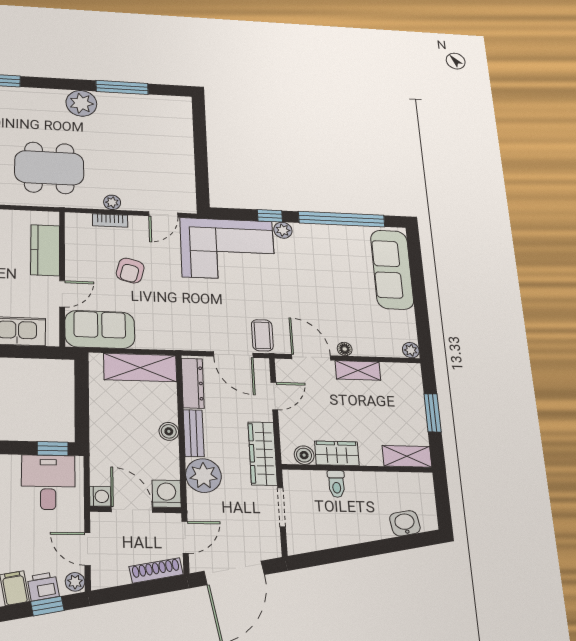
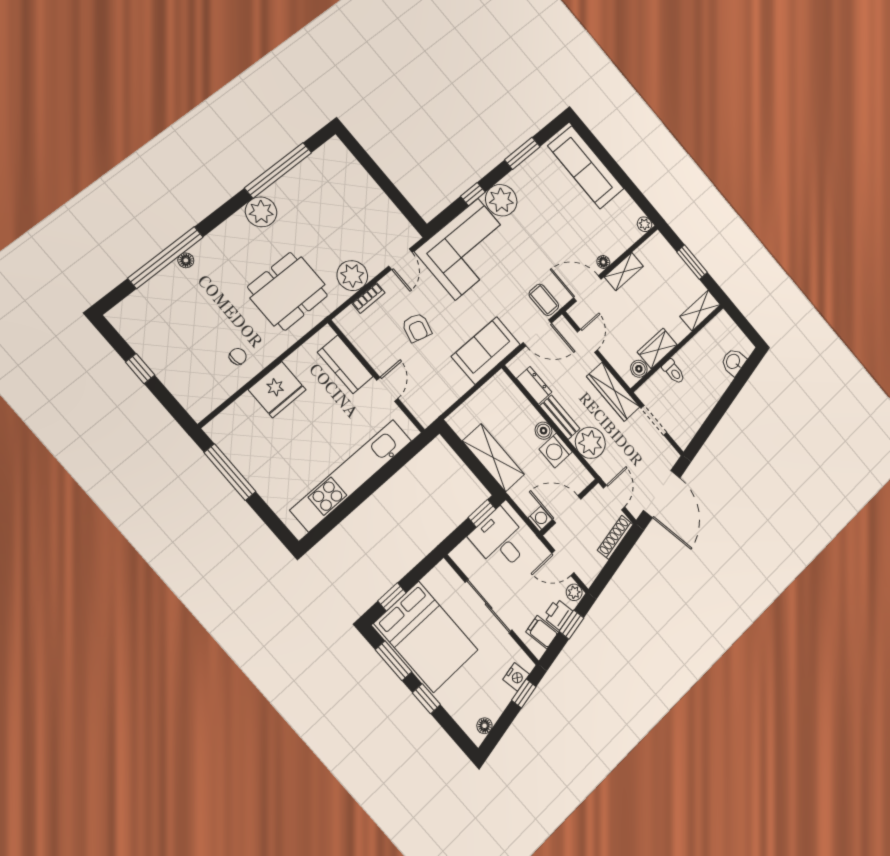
window: (122, 87) -> (278, 170), width x1.46
plant: (112, 202) -> (352, 276), width x1.88, depth x1.88
window: (342, 219) -> (522, 153), width x0.47
plant: (283, 230) -> (501, 200), width x1.88, depth x1.88
sofa: (100, 329) -> (486, 350), moved
shelving: (140, 367) -> (493, 458), moved, turned 90
dresser: (193, 383) -> (534, 385), width x0.70
washing machine: (167, 494) -> (556, 451), moved, turned -90

